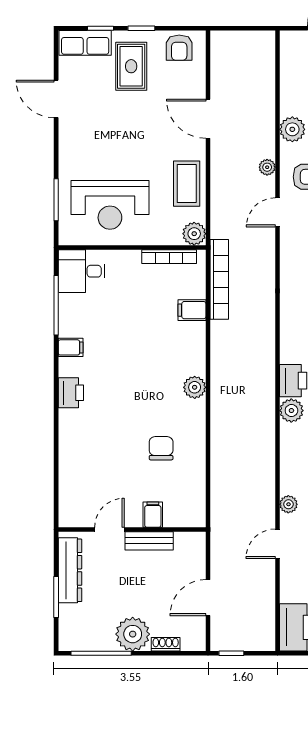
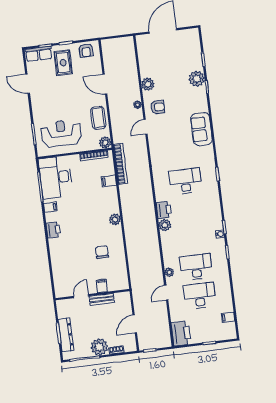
reception desk: (110, 205) -> (61, 133), turned 180
desk: (82, 271) -> (56, 177), width x1.87, depth x1.30
dresser: (70, 570) -> (66, 335), moved

